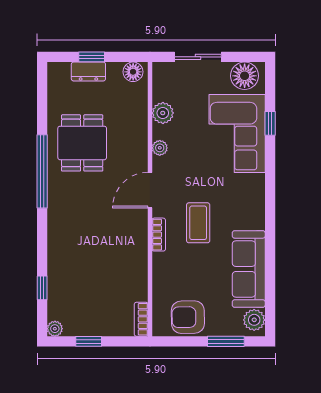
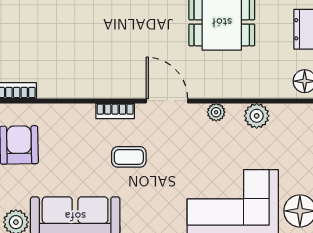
coffee table: (198, 223) -> (129, 157), width x0.73, depth x0.77

